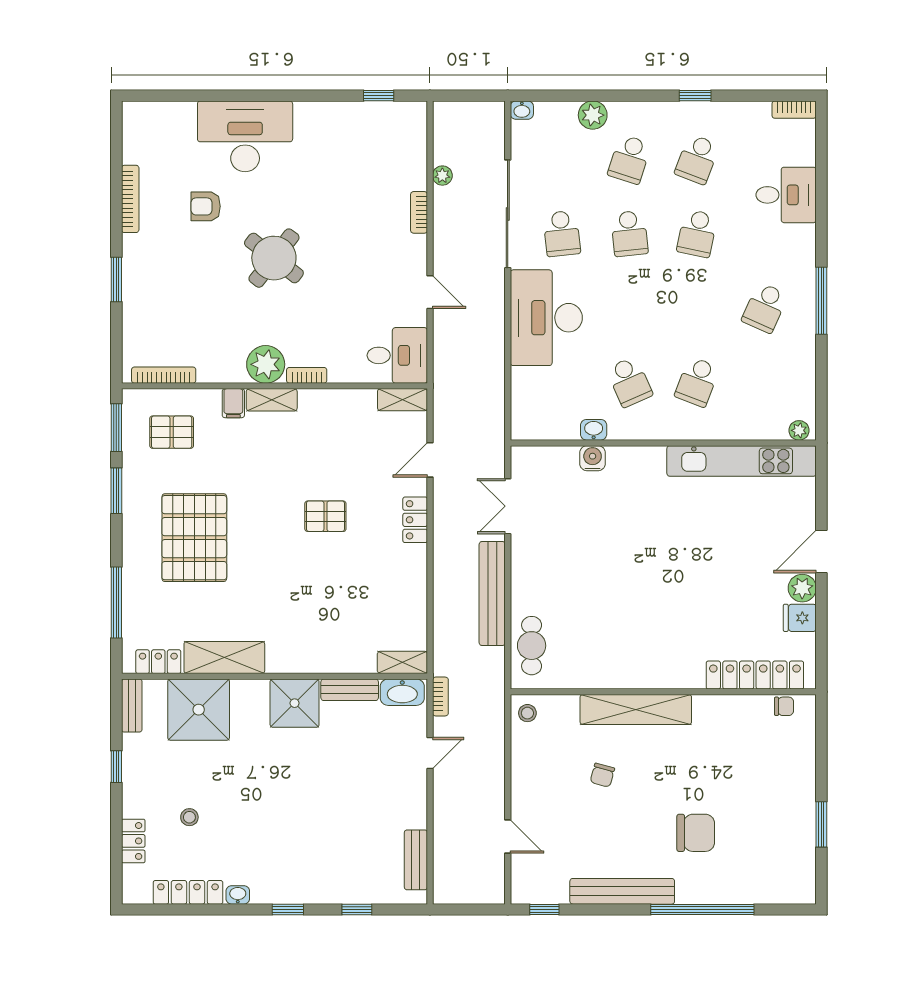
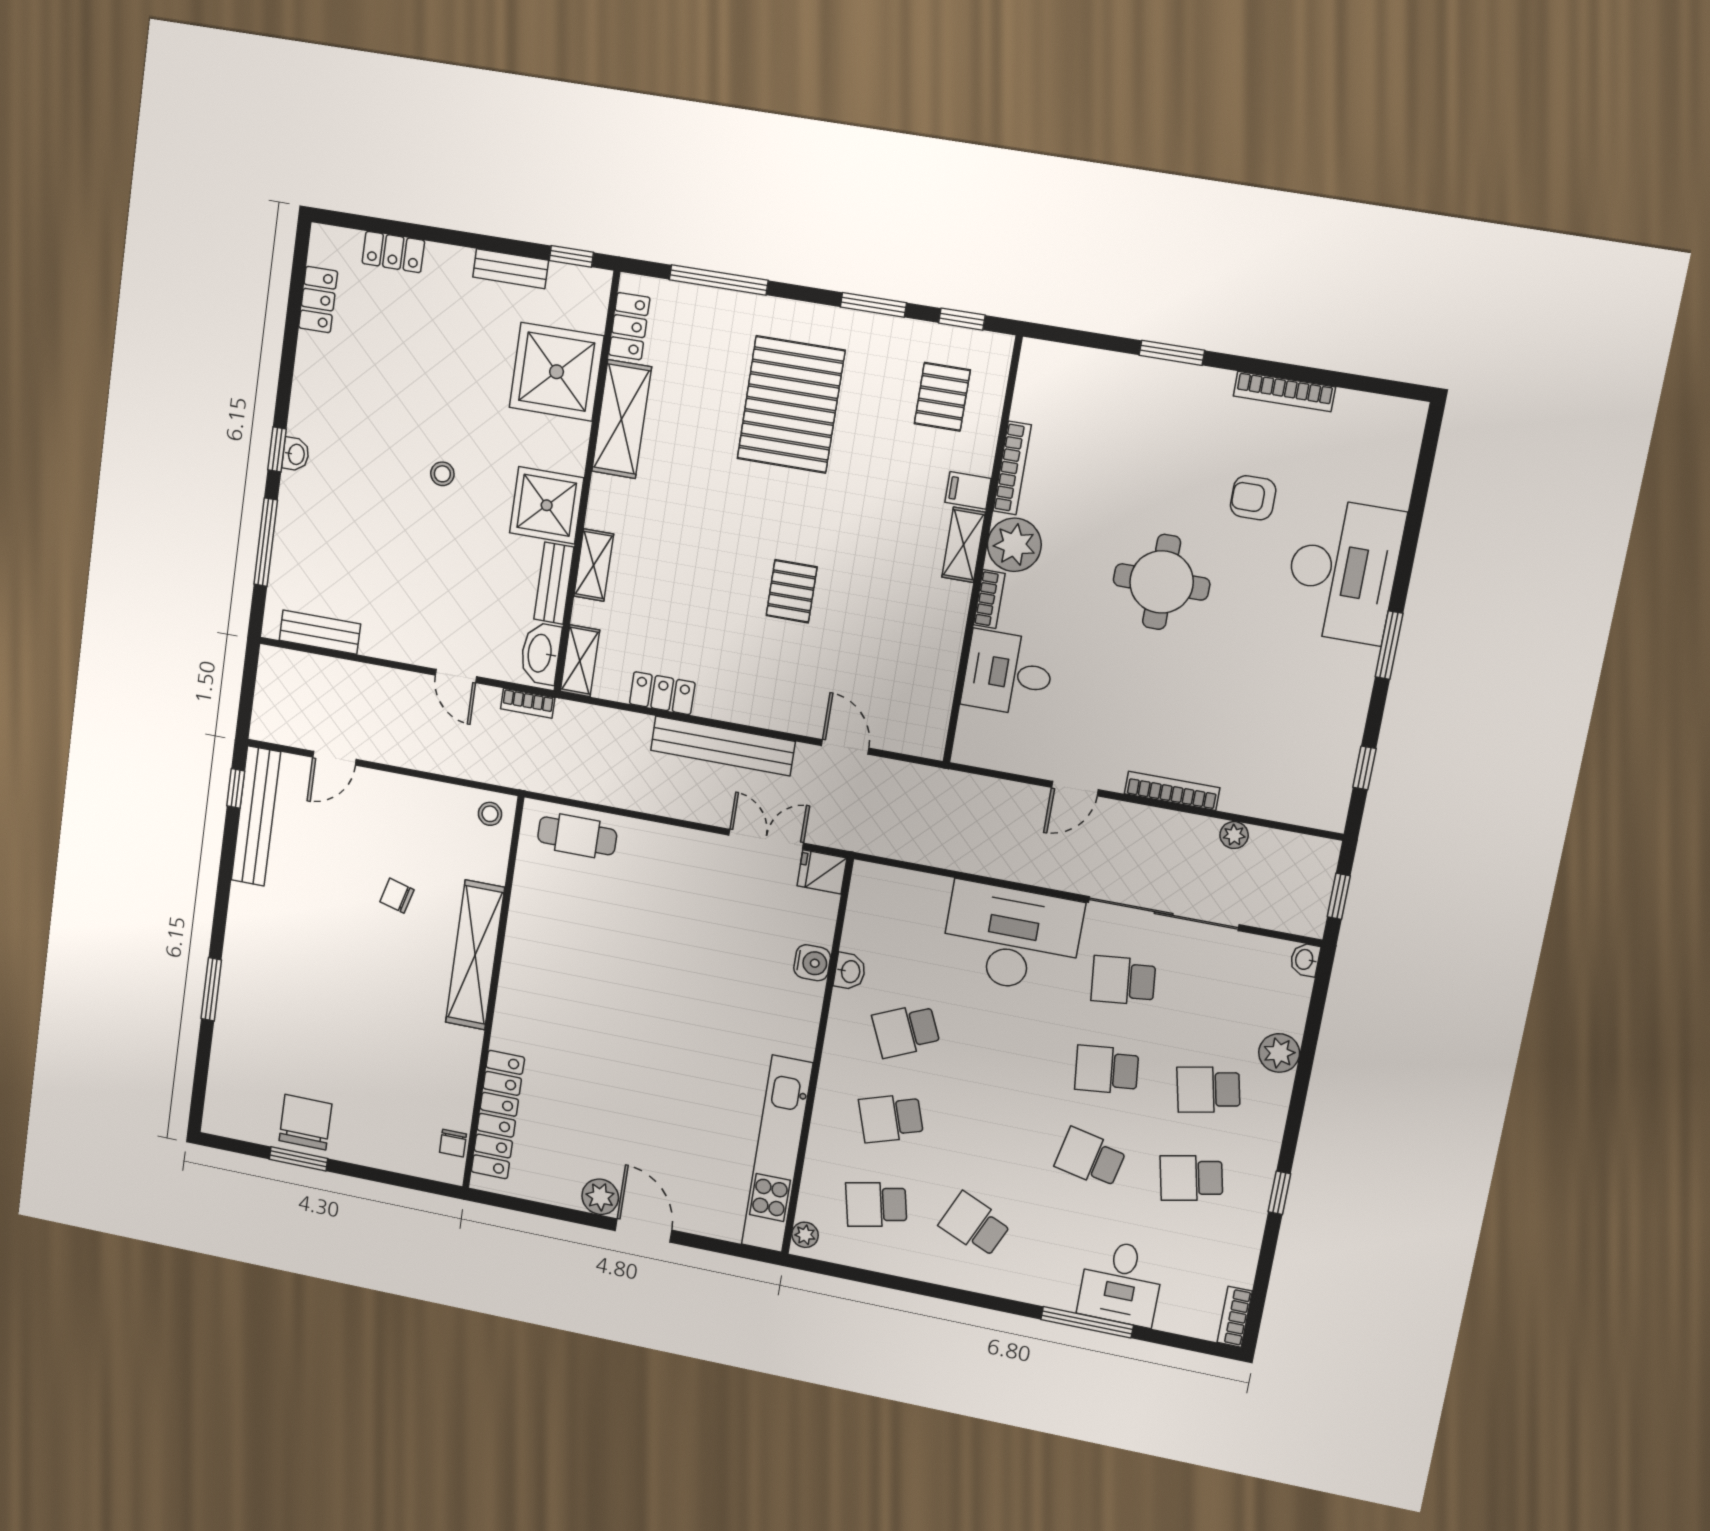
window: (291, 96) -> (1389, 645), added
window: (472, 96) -> (1339, 896), added
school desk: (629, 159) -> (1208, 1090), turned -30
school desk: (697, 159) -> (1191, 1178), turned -33
armchair: (206, 206) -> (1253, 498), turned -90
bookcase: (419, 212) -> (1172, 791), width x1.56
round table: (274, 258) -> (1162, 582), turned -38
window: (821, 301) -> (1087, 1322), moved
desk: (397, 355) -> (1008, 673), moved, turned 90
bookcase: (164, 375) -> (1012, 468), moved
school desk: (697, 382) -> (891, 1118), turned -39
school desk: (765, 382) -> (876, 1205), added
shelving: (403, 400) -> (594, 565), moved
window: (116, 428) -> (962, 319), width x0.67
locker: (415, 520) -> (662, 693), moved
pallet: (194, 538) -> (791, 405), turned 90
bench: (492, 594) -> (723, 746), moved
fridge: (800, 618) -> (822, 872), moved, turned -90
bench: (132, 705) -> (511, 269), moved
window: (116, 767) -> (571, 256), moved
stool: (189, 817) -> (442, 474), moved
chair: (696, 833) -> (305, 1122), moved, turned 180
bench: (622, 891) -> (256, 816), moved
locker: (188, 892) -> (318, 300), width x0.66
washbasin: (238, 895) -> (296, 454), moved
window: (357, 909) -> (266, 542), width x2.17
window: (702, 909) -> (211, 989), width x0.47

